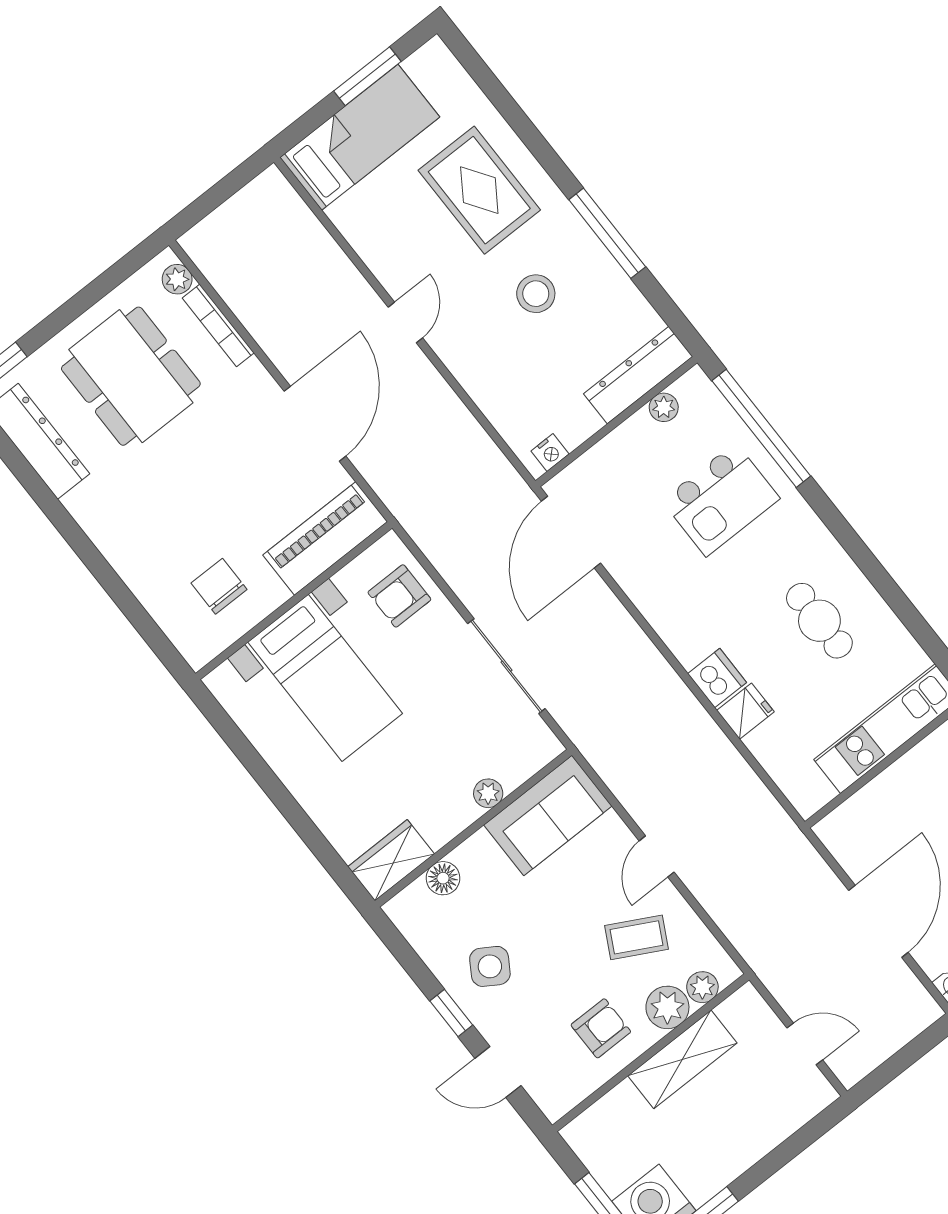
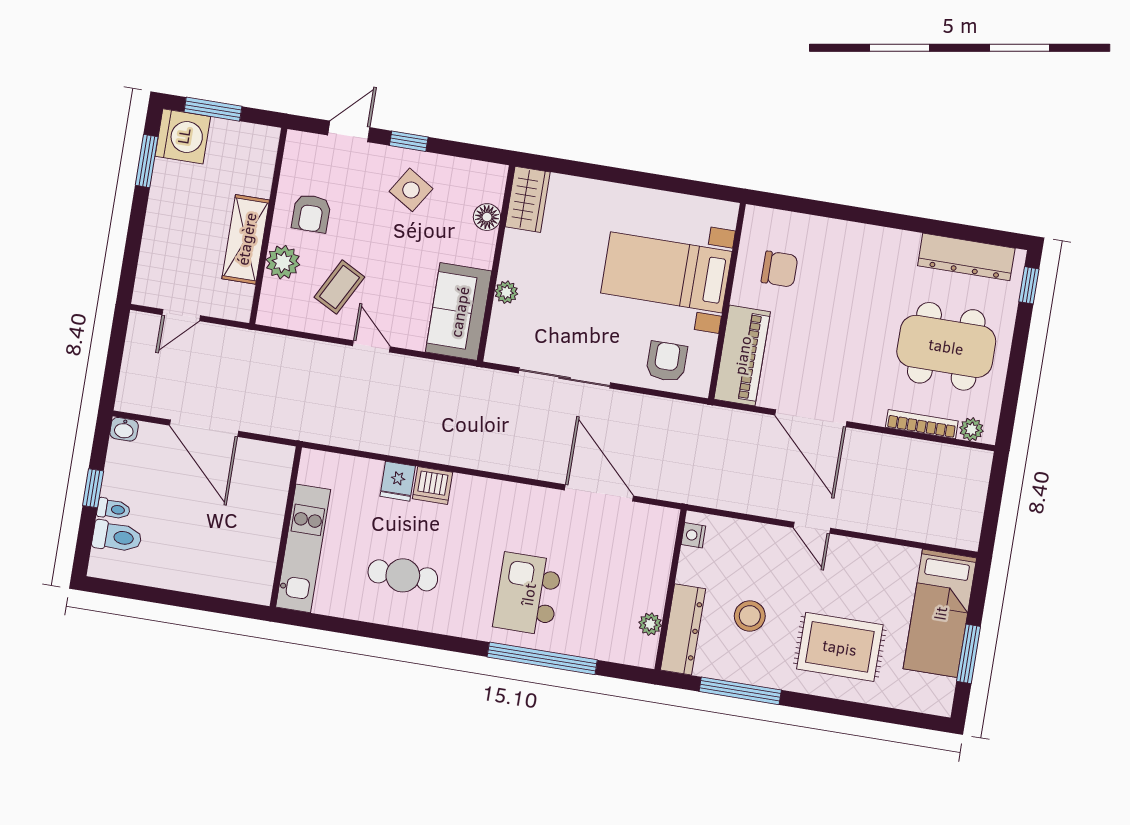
dresser: (638, 375) -> (683, 629), moved
plant: (664, 407) -> (650, 624), moved
wall: (616, 422) -> (671, 590), moved
nightstand: (550, 453) -> (693, 535), moved
plant: (702, 987) -> (273, 293), removed

